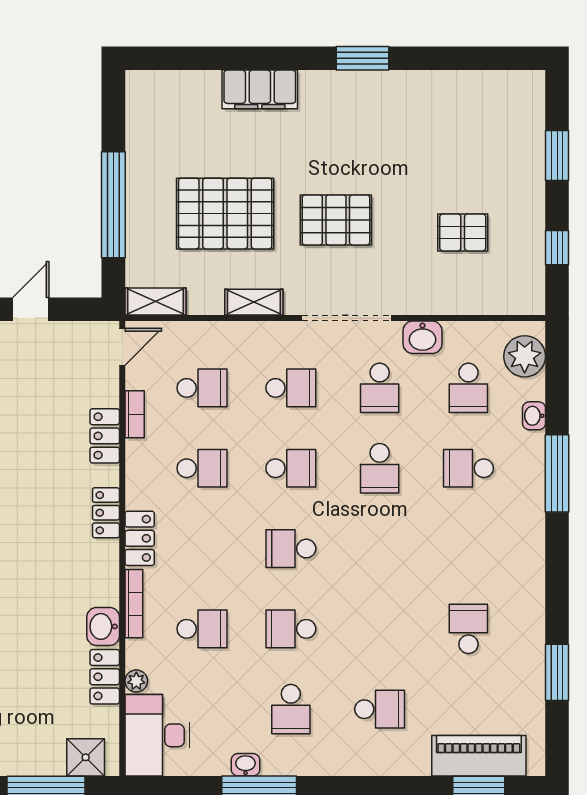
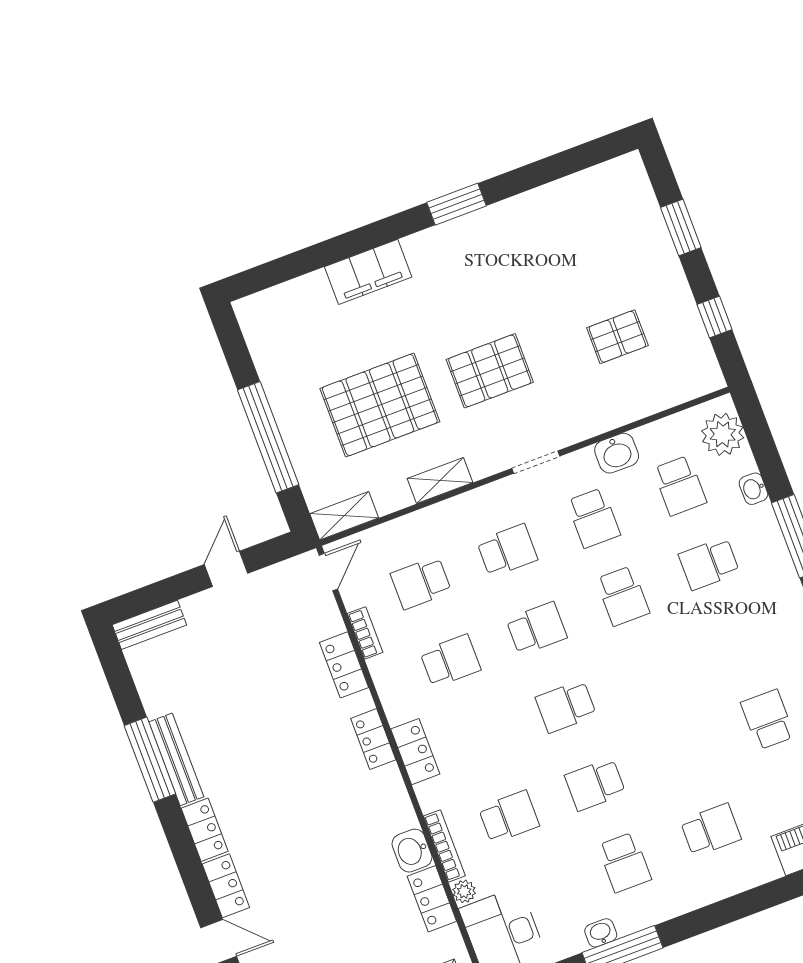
doorway: (346, 318) -> (536, 462), width x0.53
school desk: (202, 388) -> (421, 583), turned 180
bookcase: (134, 604) -> (444, 846), moved

